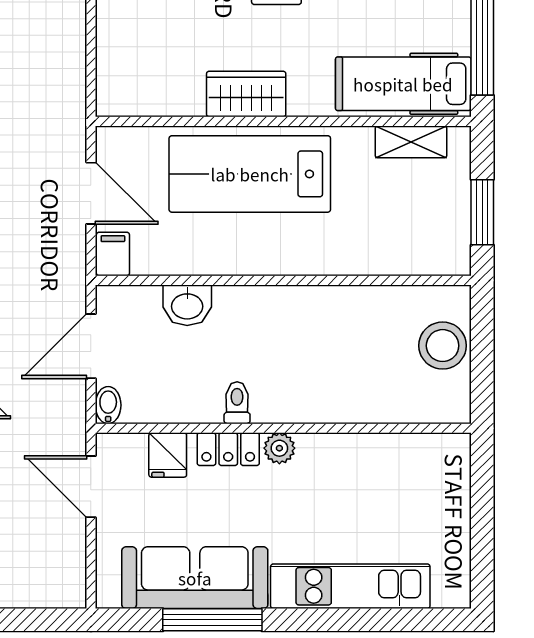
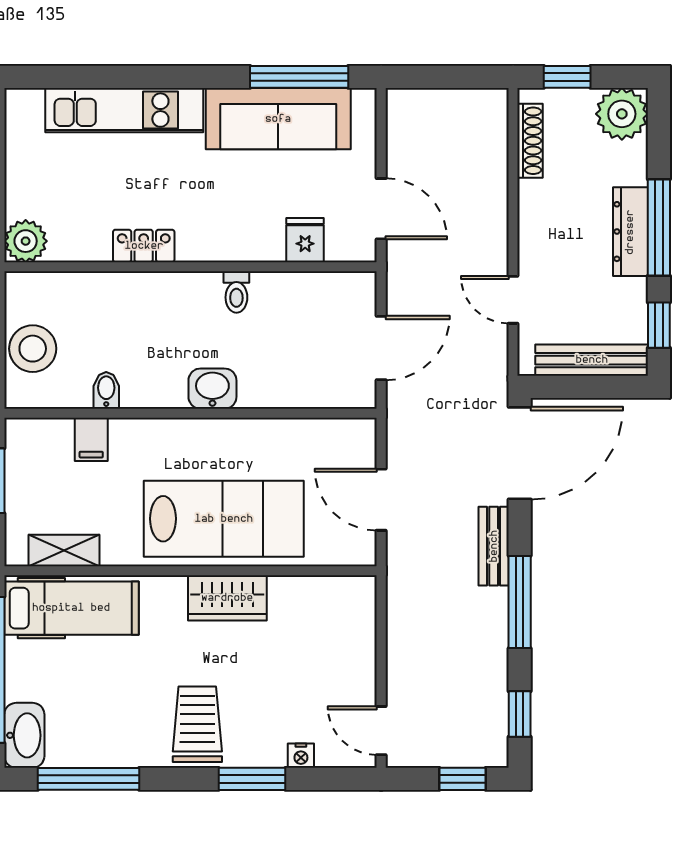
filing cabinet: (113, 254) -> (91, 439), moved
washbasin: (187, 305) -> (212, 389), moved
bidet: (108, 405) -> (106, 390), moved, turned 180
plant: (279, 448) -> (26, 241), moved, width x1.38, depth x1.38
locker: (228, 449) -> (144, 246), moved
window: (212, 620) -> (299, 77), moved

